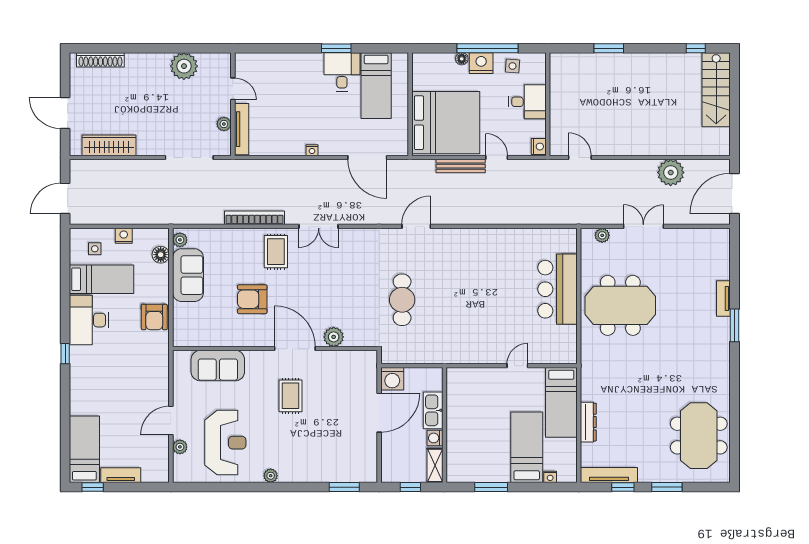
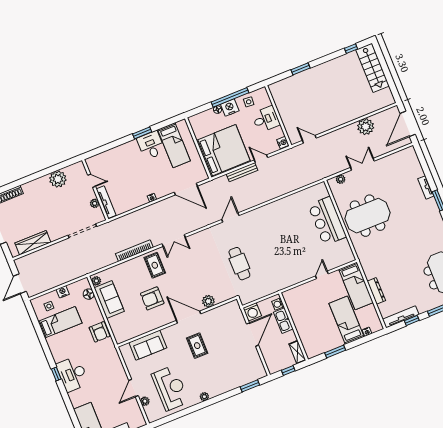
desk: (89, 320) -> (72, 374), moved
washing machine: (435, 438) -> (278, 304), moved

